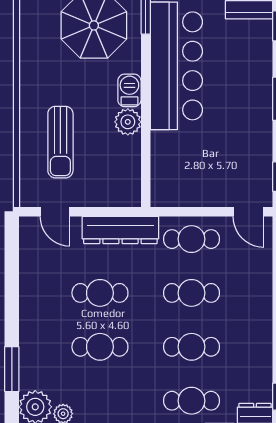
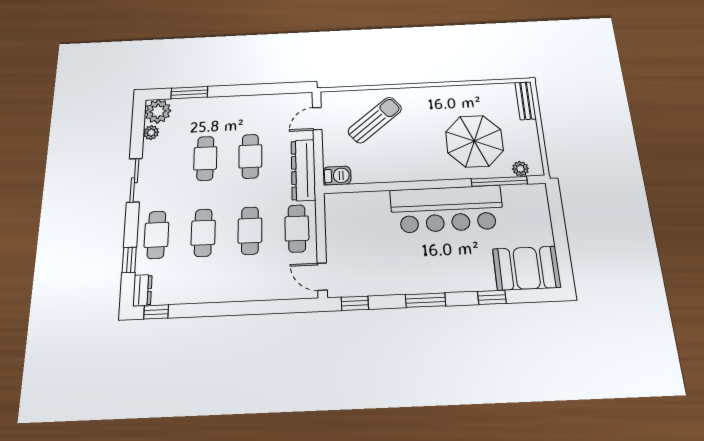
barbecue: (129, 90) -> (337, 176), moved
plant: (128, 122) -> (395, 172), removed
sun lounger: (60, 142) -> (375, 120), turned 141
door: (248, 212) -> (322, 277), hinge flipped

